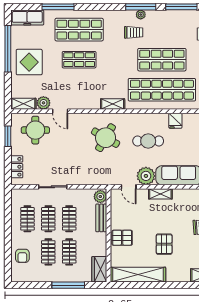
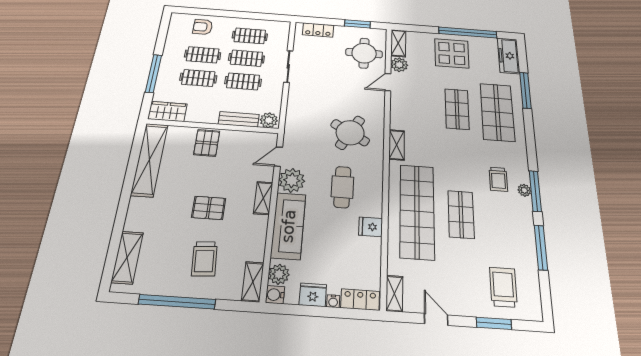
shop shelf: (162, 60) -> (461, 214), width x0.70, depth x0.74
pallet: (164, 244) -> (209, 208), moved

